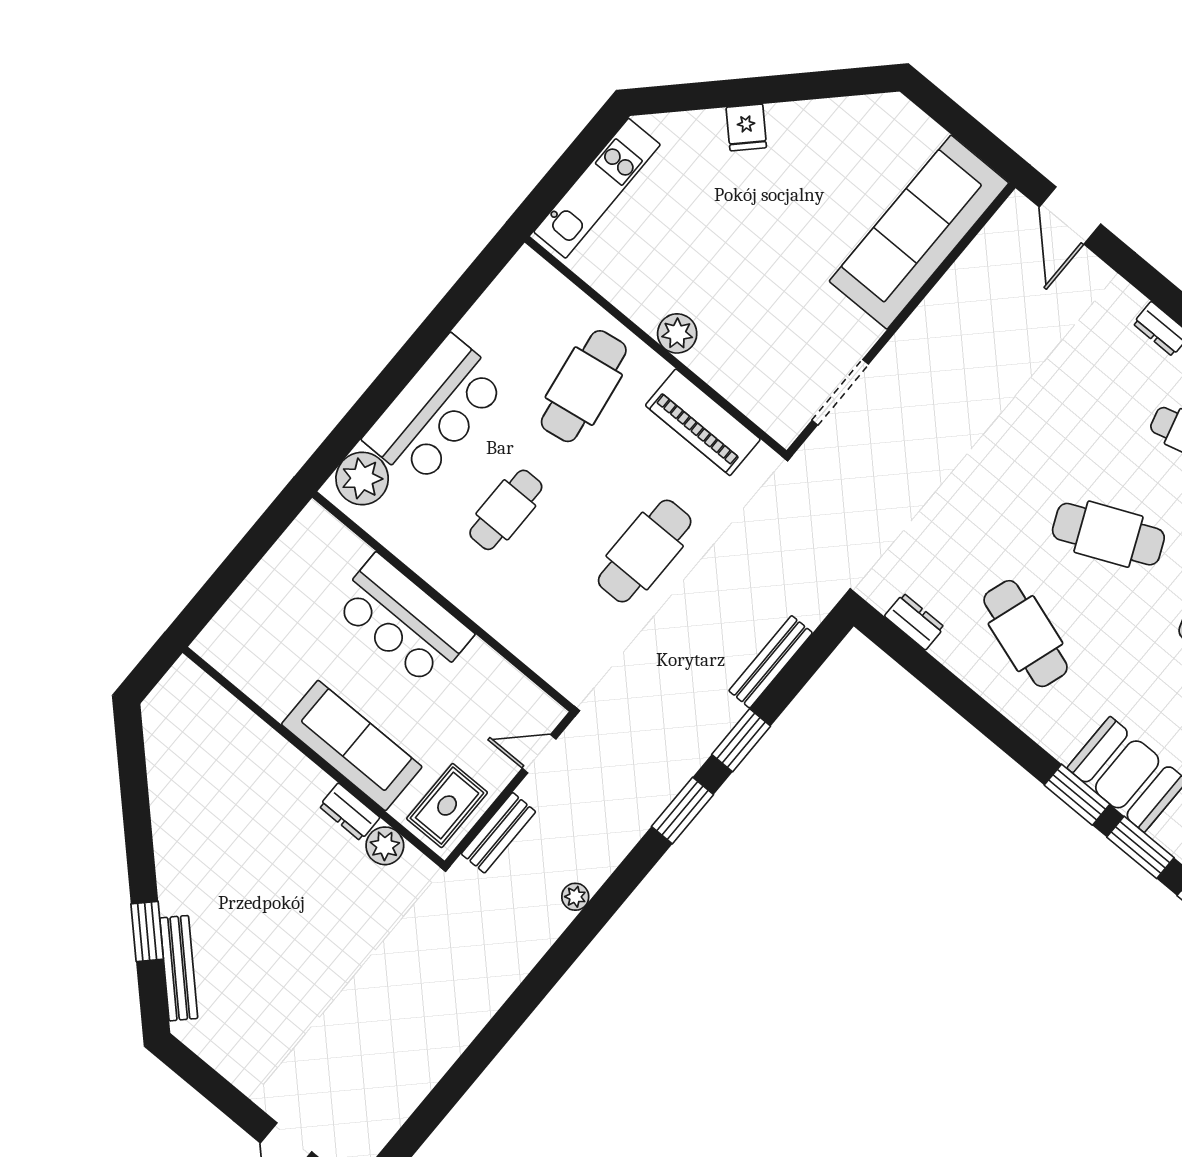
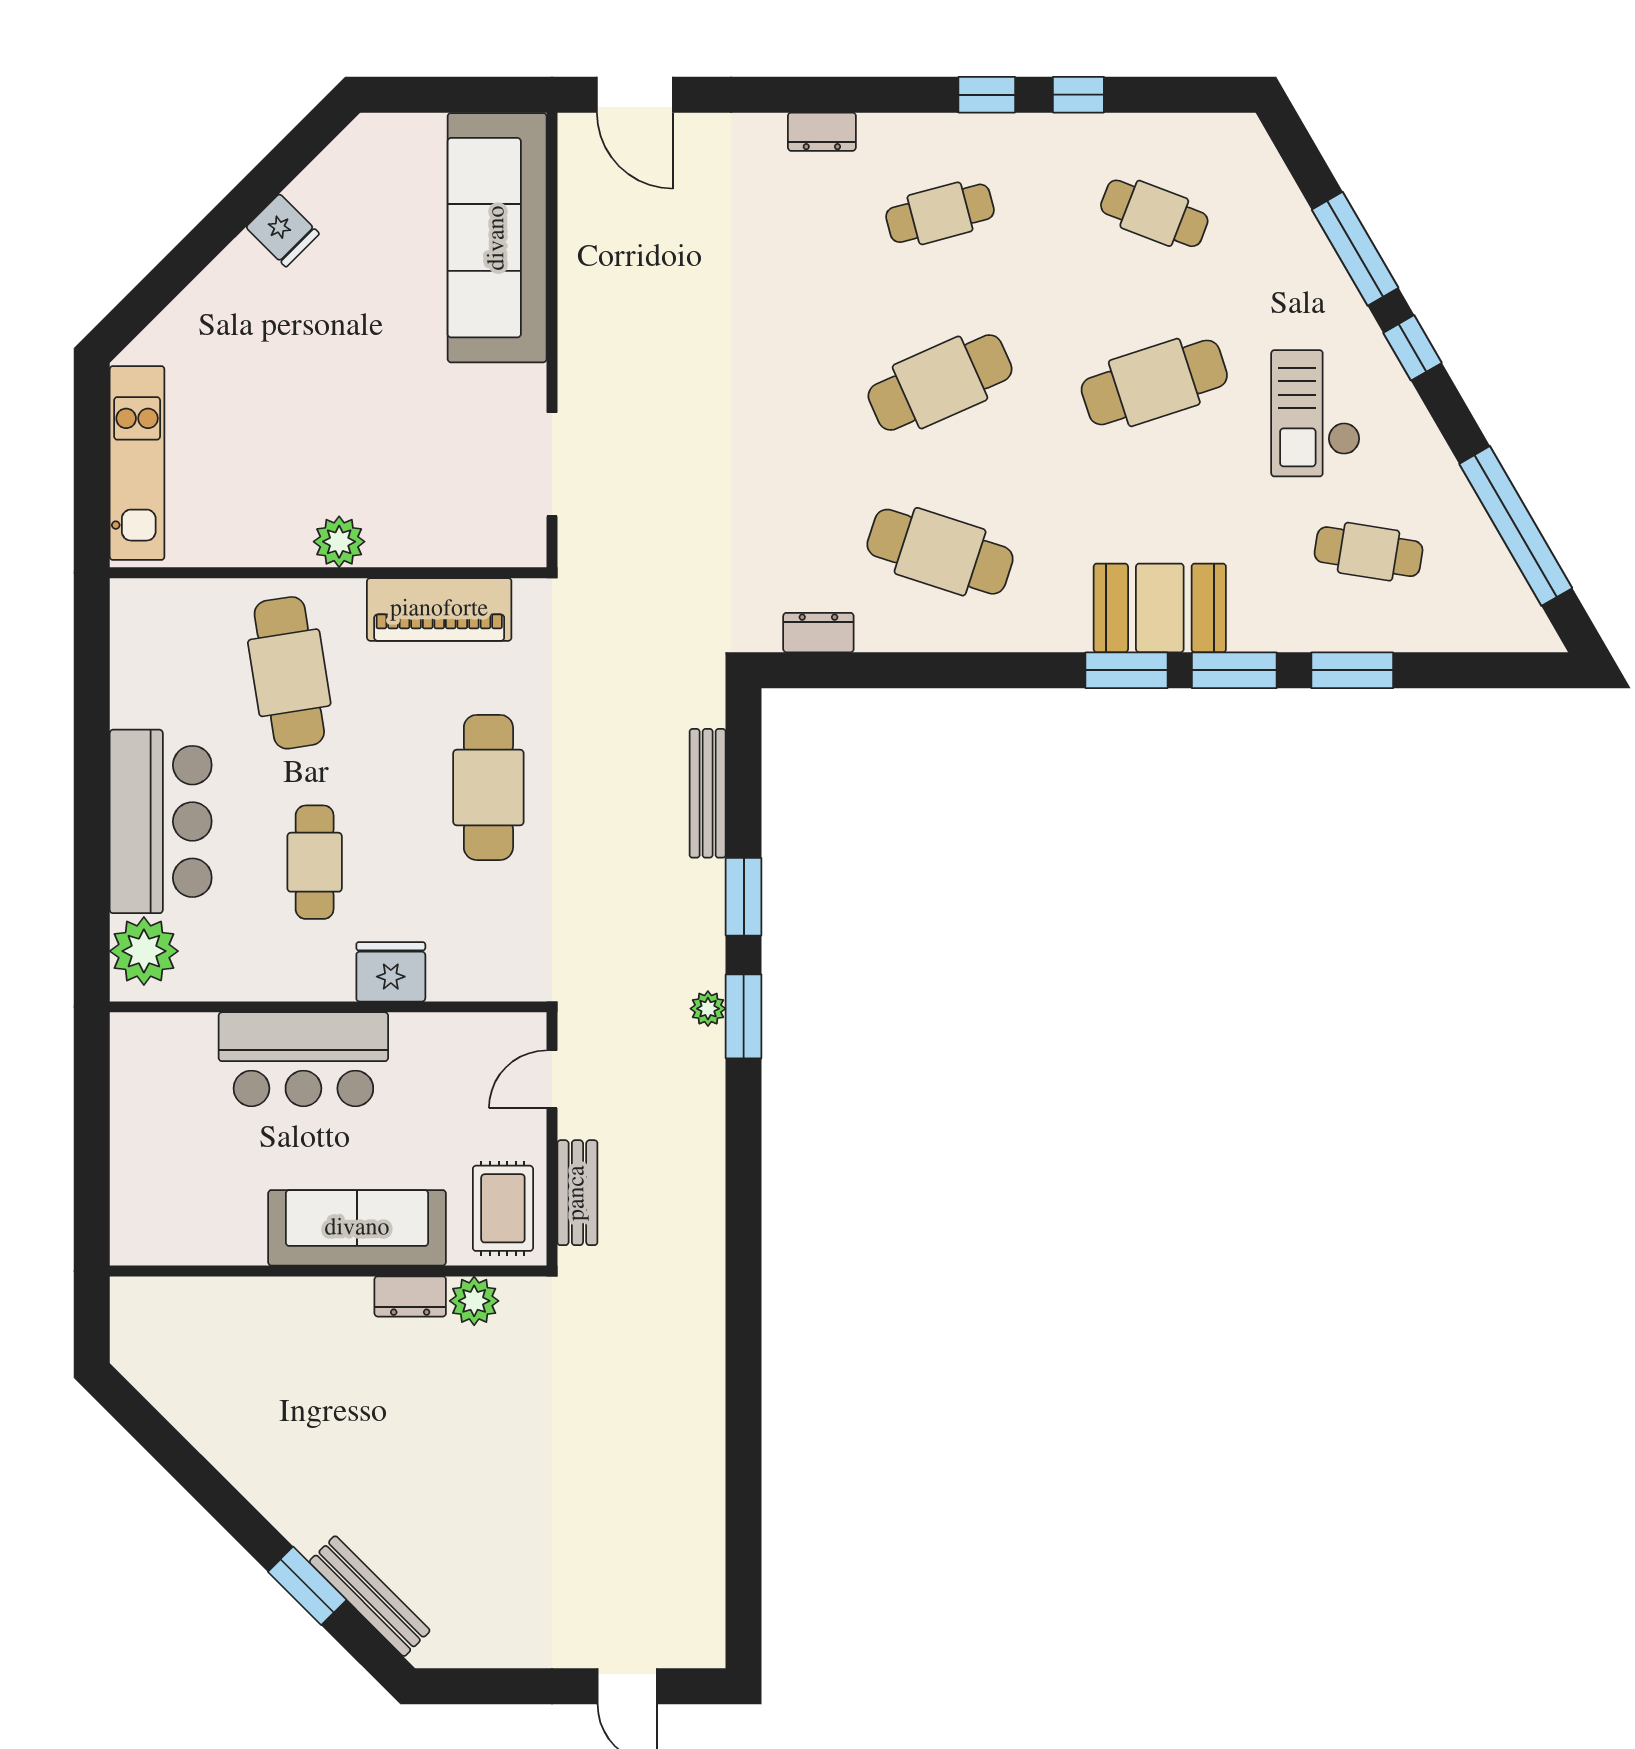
fridge: (746, 127) -> (283, 230), moved
fridge: (497, 612) -> (391, 972), added
plant: (575, 897) -> (708, 1009), moved

